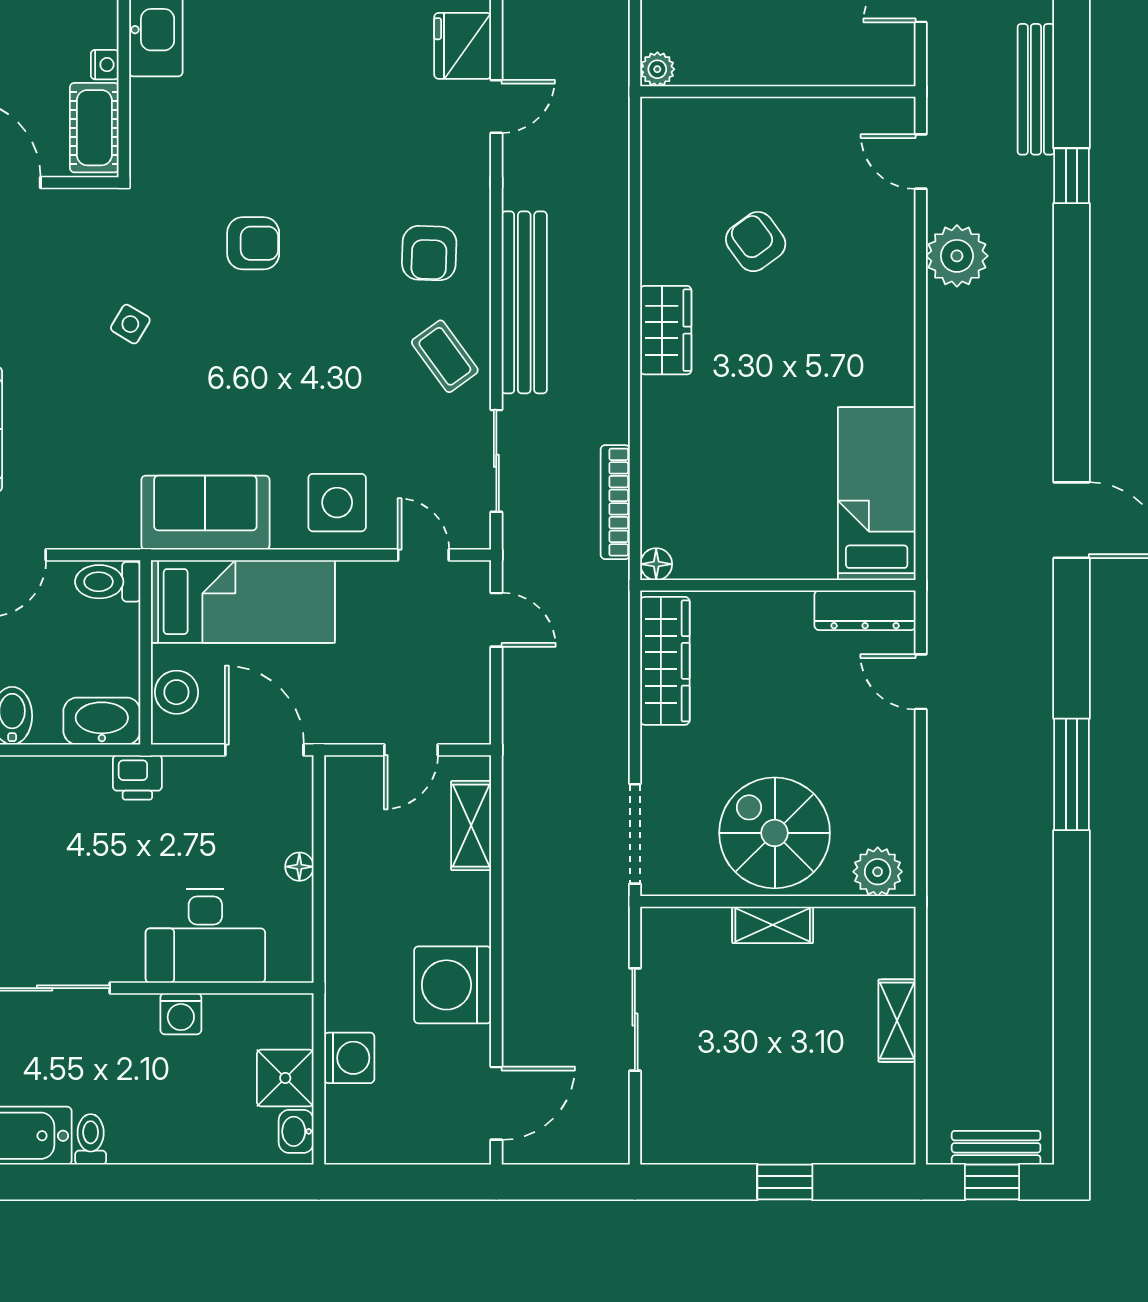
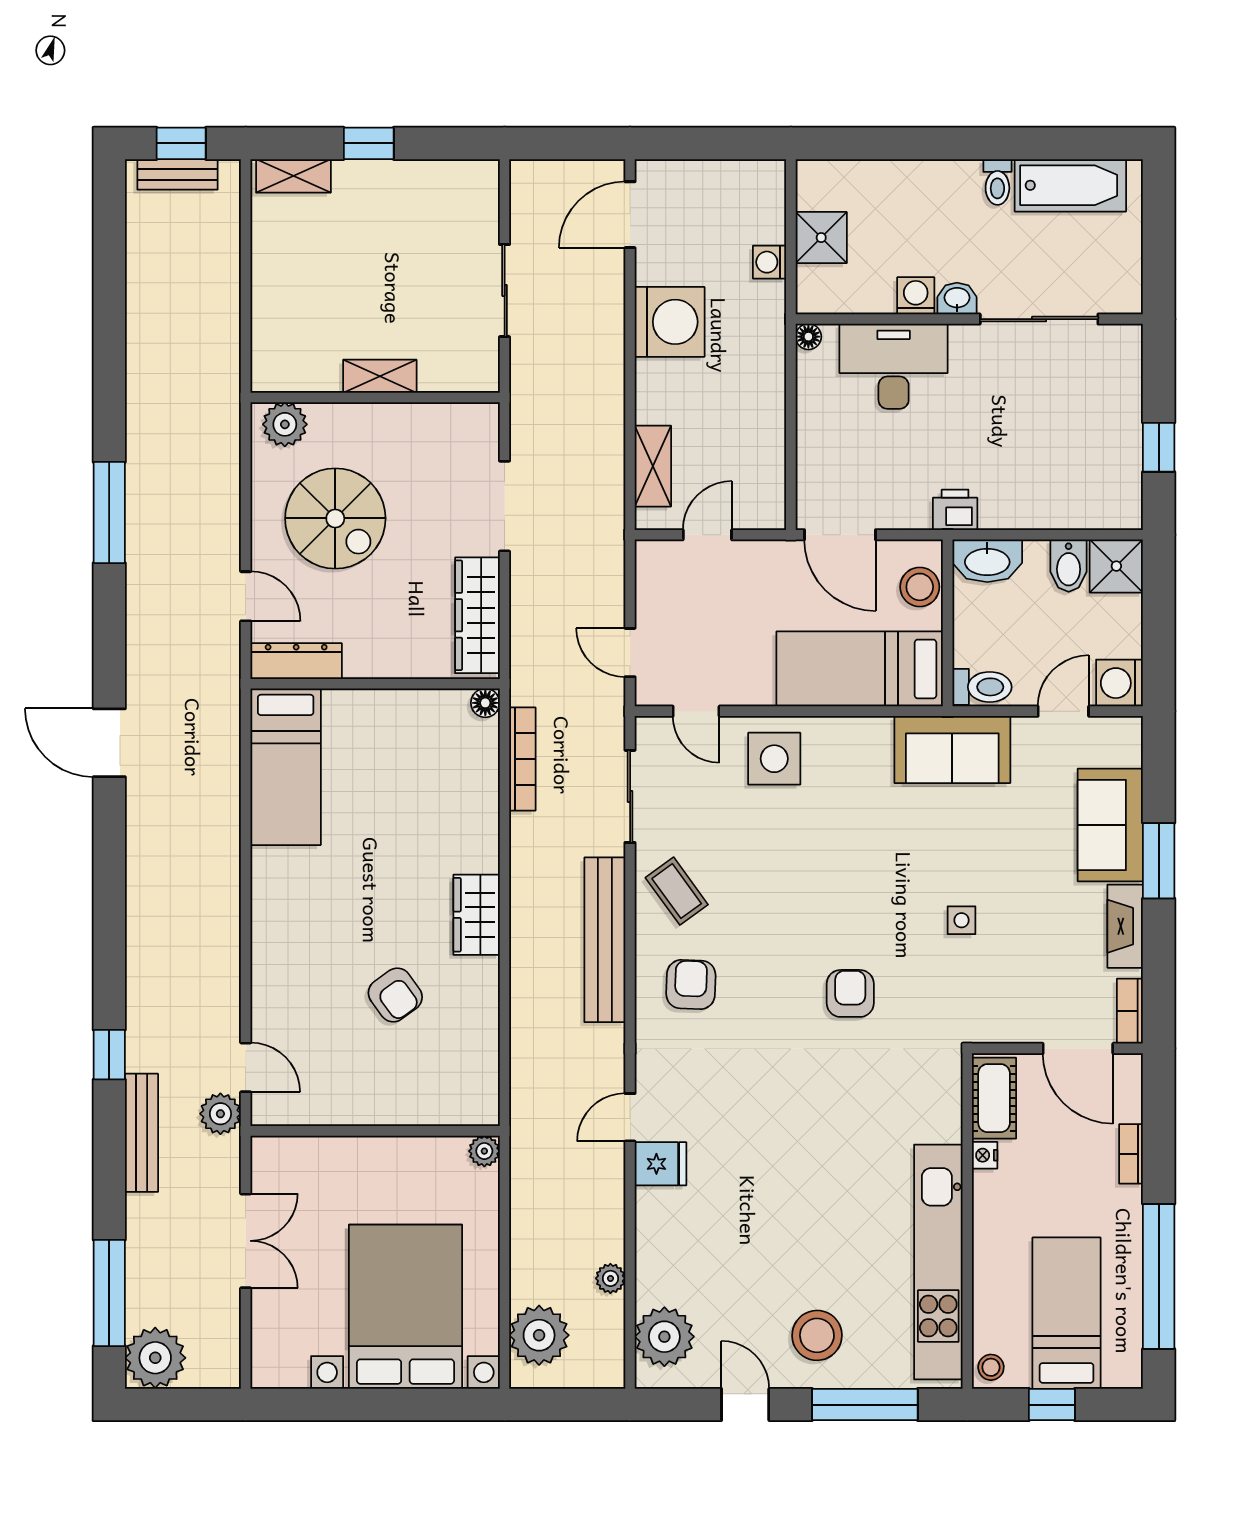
fridge: (463, 46) -> (661, 1164), width x0.72
armchair: (253, 243) -> (850, 993), turned 90
plant: (957, 256) -> (220, 1114), moved, width x0.73, depth x0.73
side table: (130, 324) -> (961, 920), turned -31
sofa: (205, 513) -> (952, 749), moved
spiral stairs: (775, 833) -> (335, 518), moved
doorway: (635, 834) -> (505, 506), moved
floor lamp: (299, 867) -> (808, 337), moved
shelving: (897, 1021) -> (293, 176), moved, turned 90
washing machine: (349, 1058) -> (770, 262), width x0.73, depth x0.73
washbasin: (296, 1131) -> (957, 299), moved, turned -90

